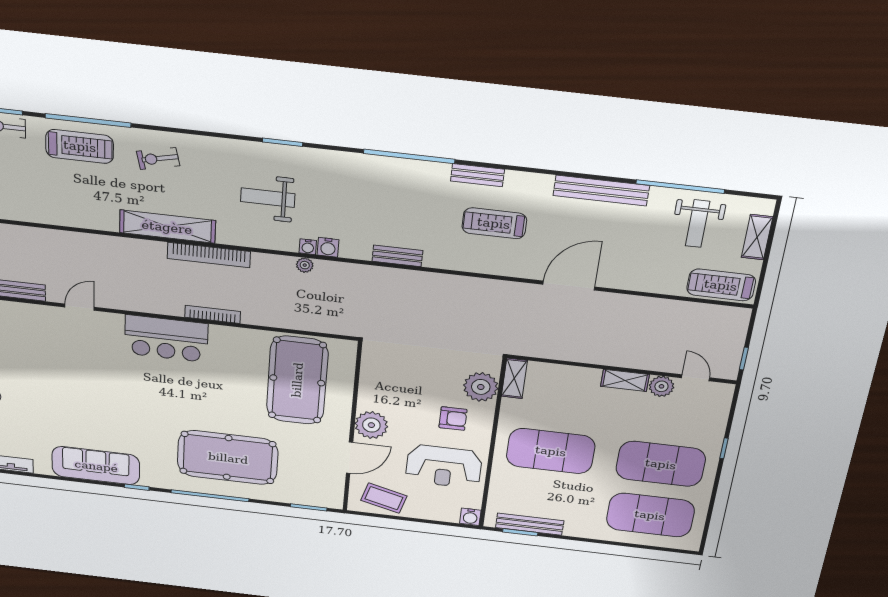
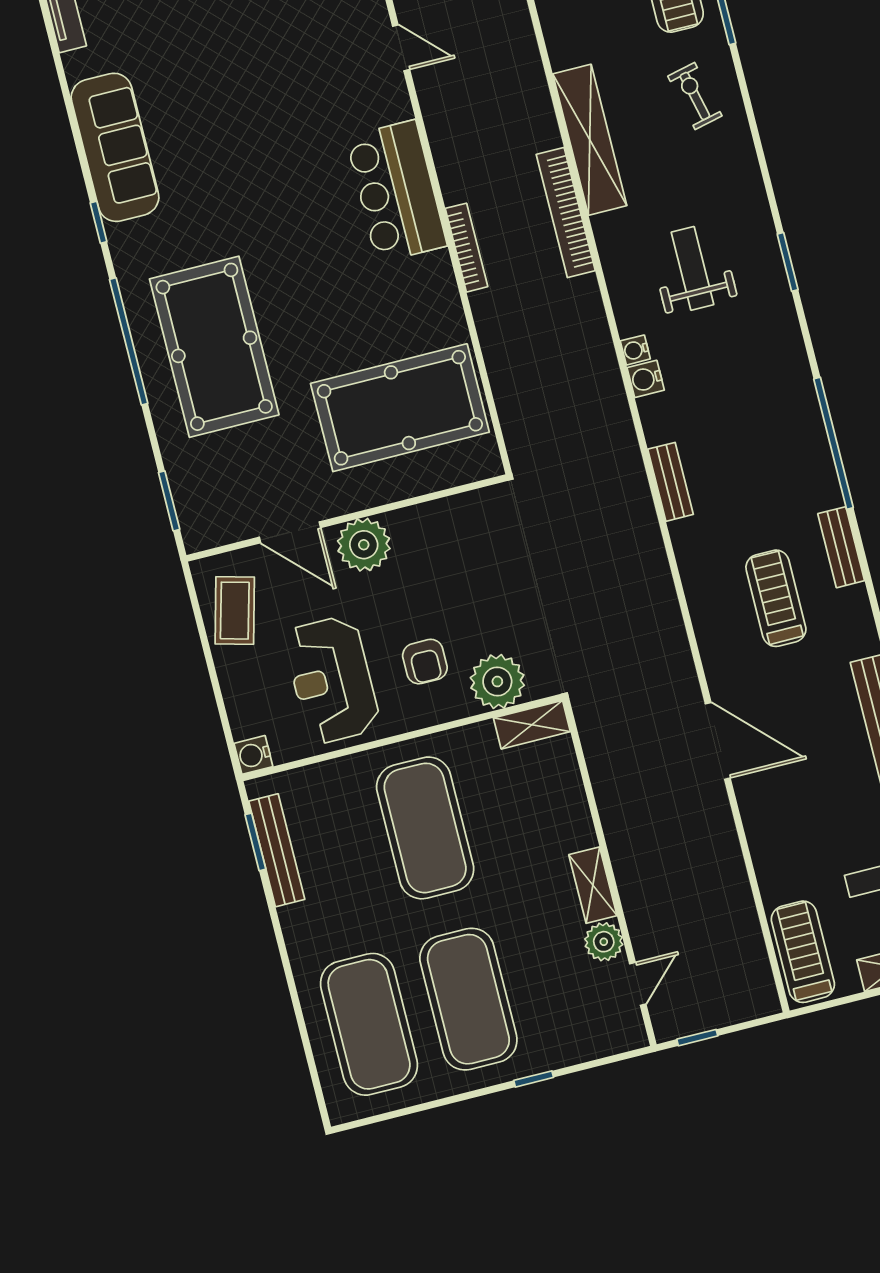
plant: (305, 265) -> (603, 355), removed

